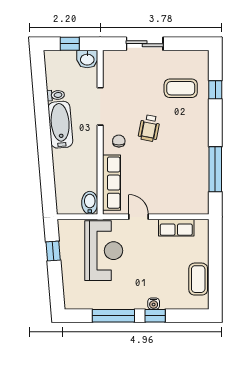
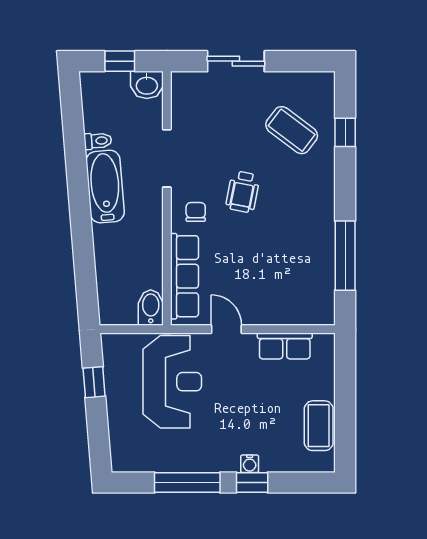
coffee table: (181, 88) -> (292, 130), turned 37

